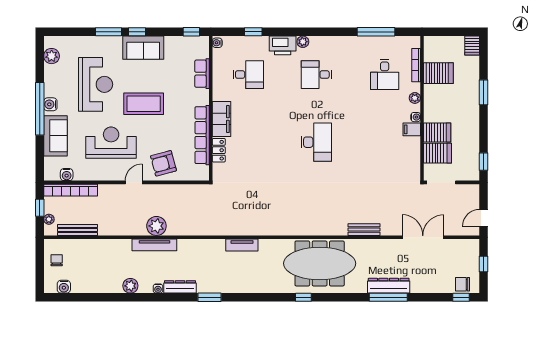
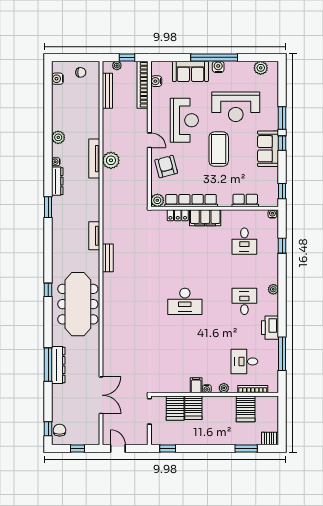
printer: (283, 45) -> (270, 328), moved
window: (483, 92) -> (246, 449), moved
plant: (202, 173) -> (157, 200), added
bench: (364, 230) -> (108, 258), moved

